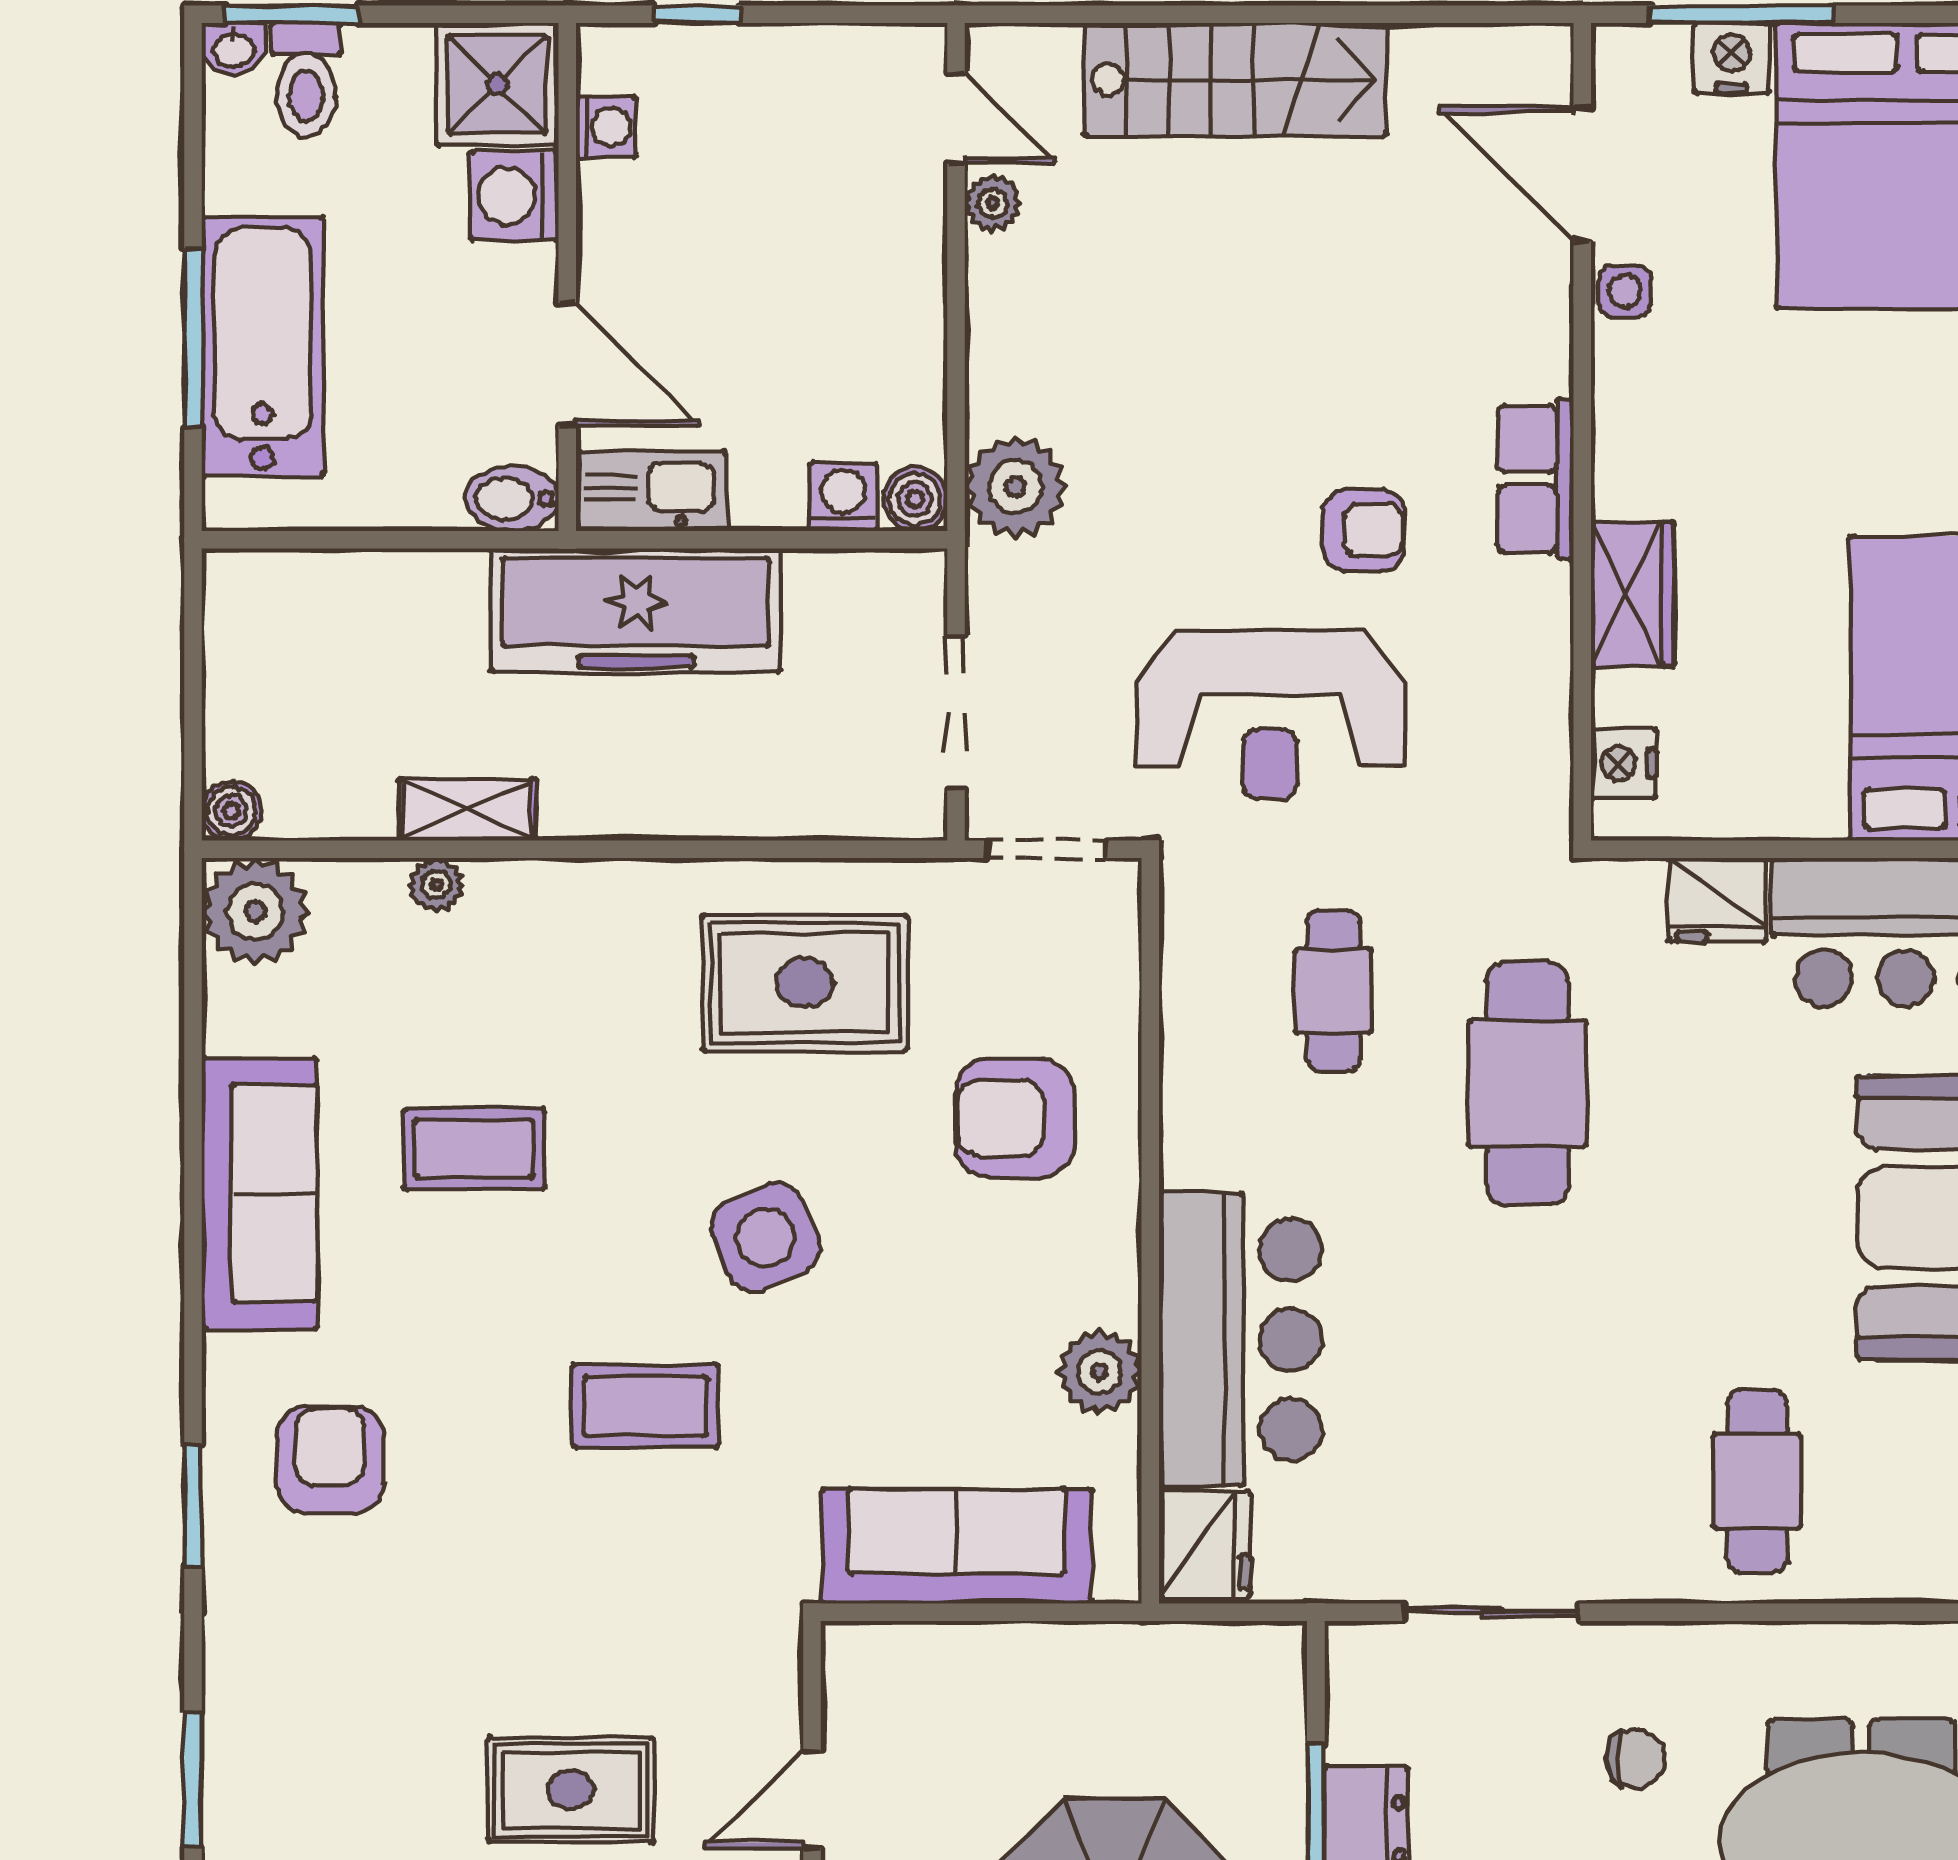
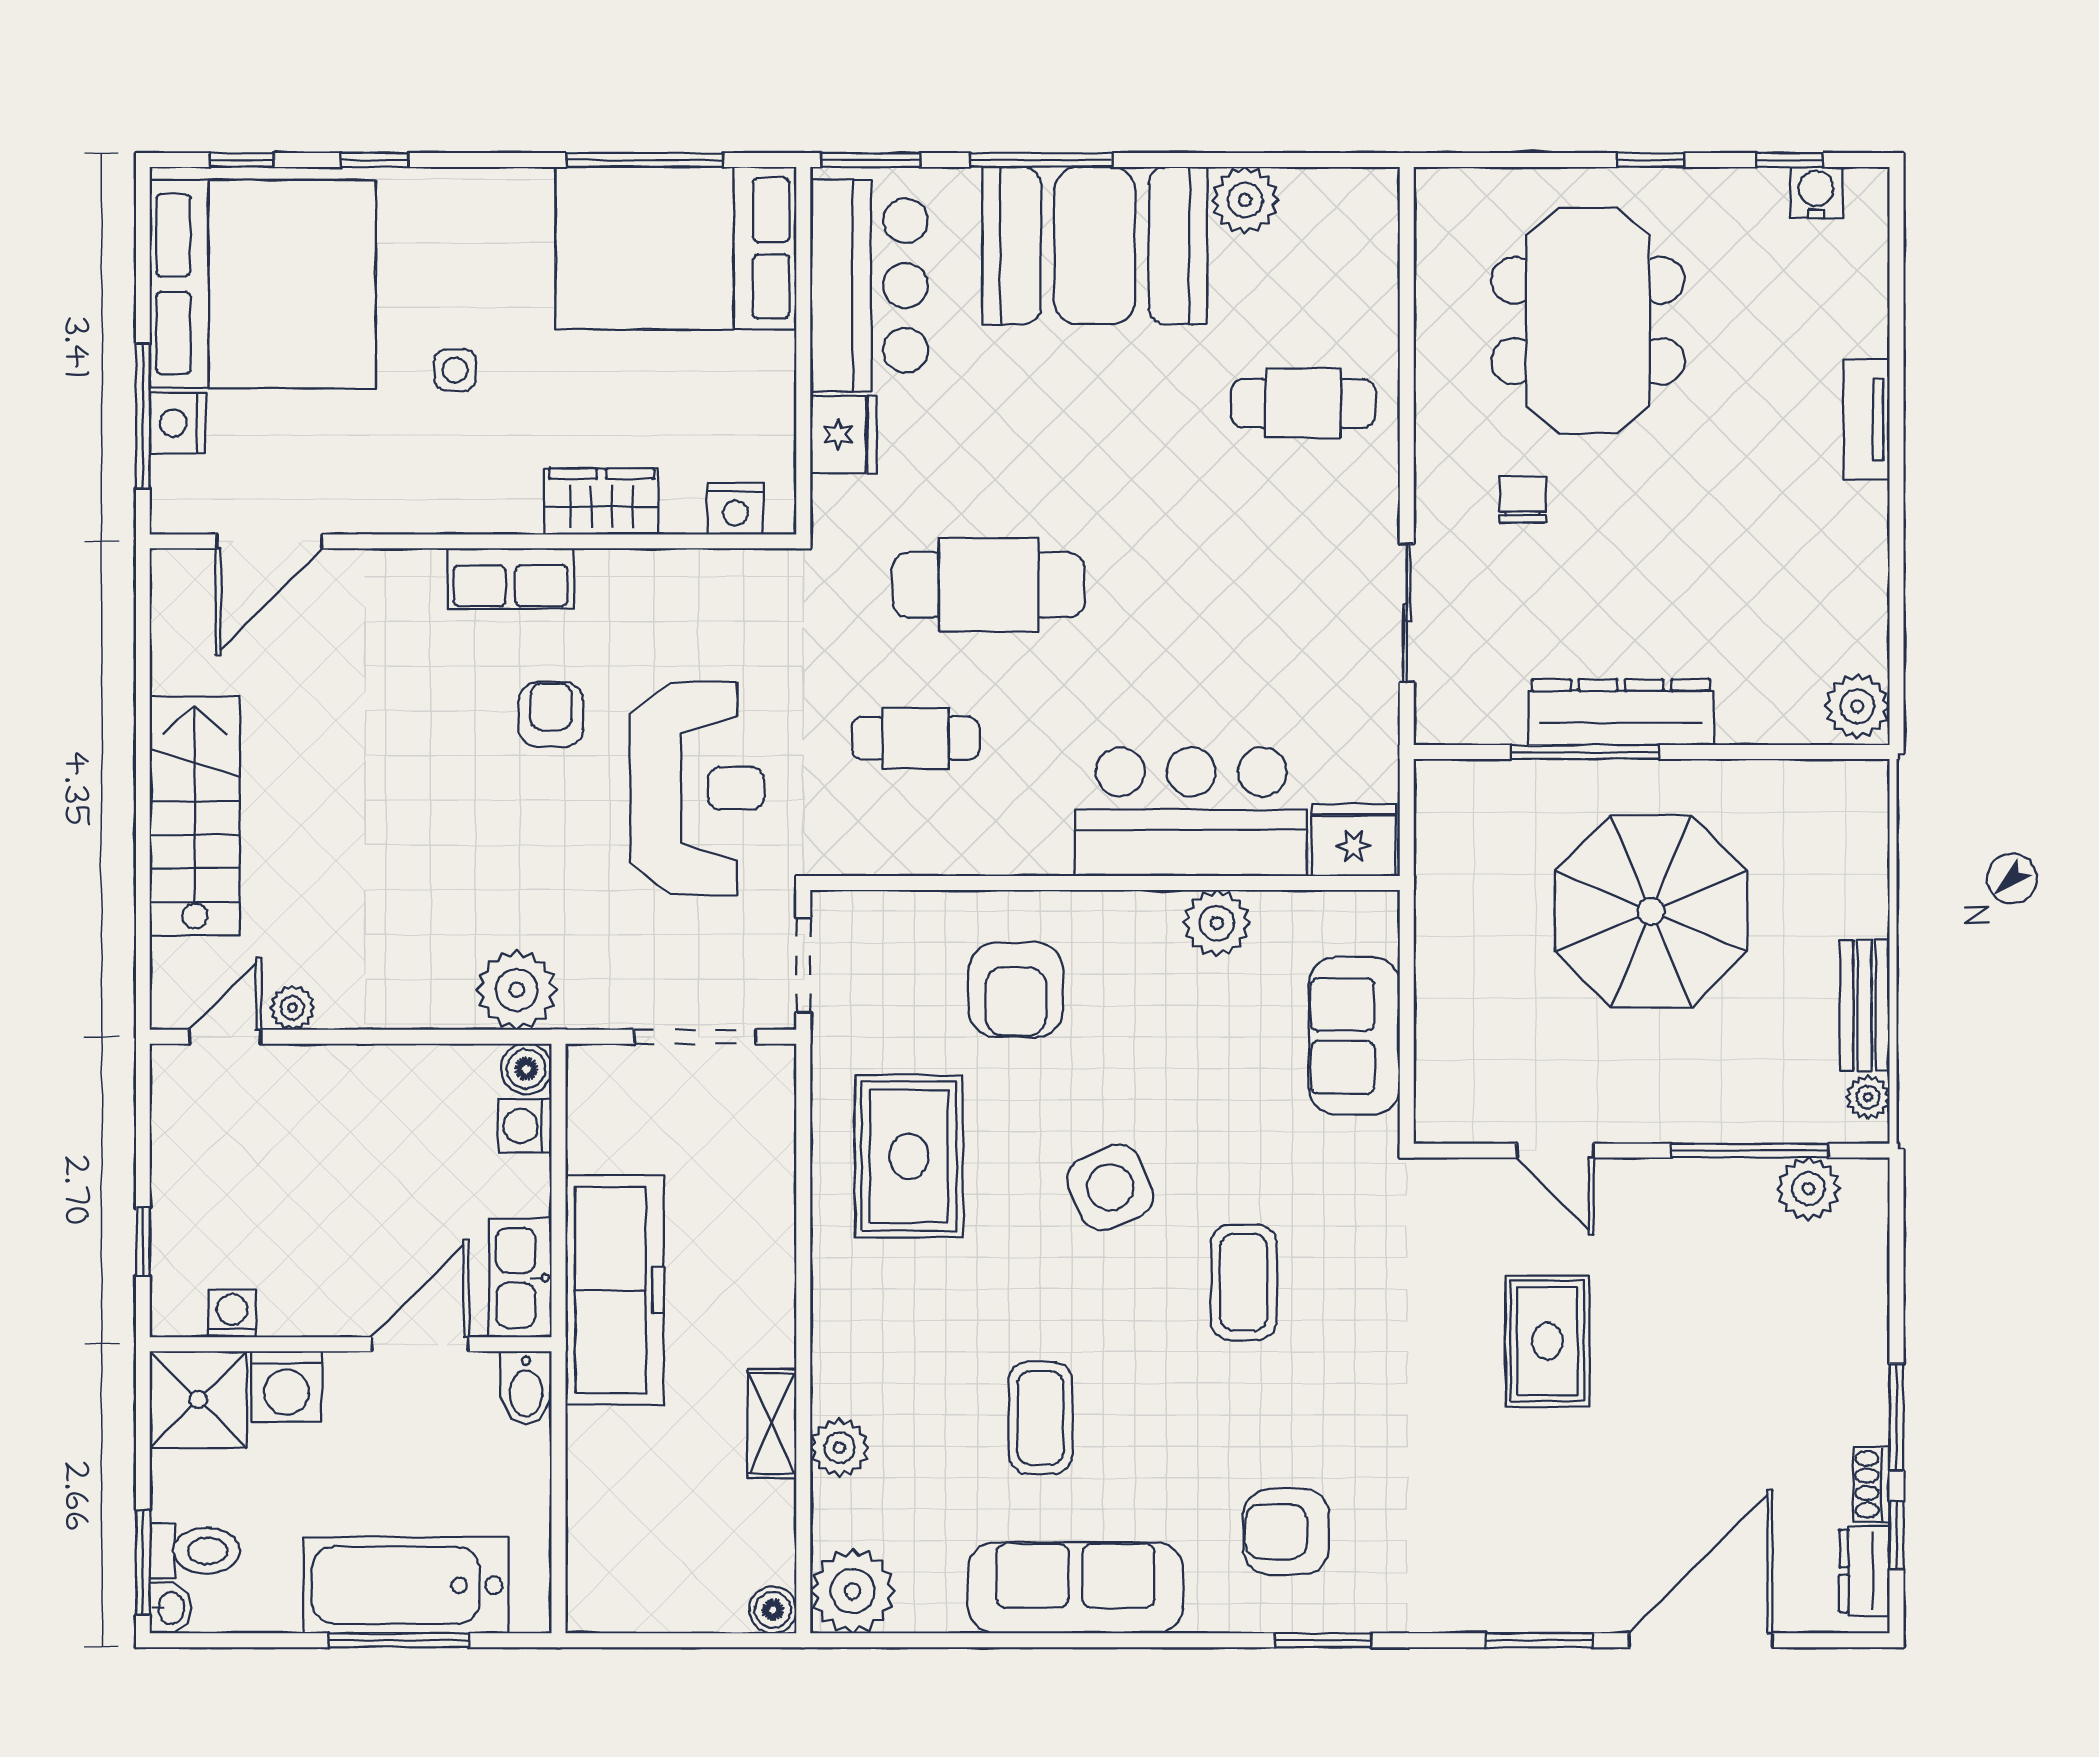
side table: (1625, 291) -> (455, 370), moved
plant: (436, 885) -> (839, 1448), width x1.38, depth x1.38
sofa: (957, 1546) -> (1354, 1036), width x0.73

